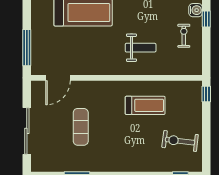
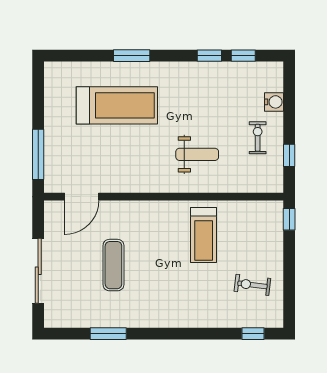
window: (206, 19) -> (289, 155), moved
treadmill: (145, 105) -> (204, 235), turned 90
exercise bike: (180, 141) -> (252, 285), width x0.73, depth x0.72

